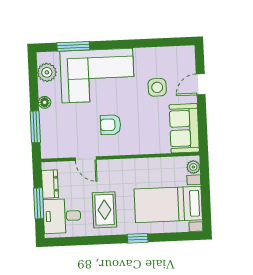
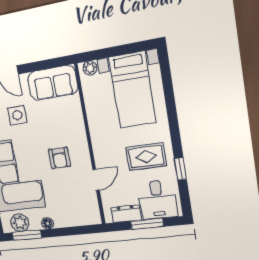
window: (35, 127) -> (27, 235), moved
window: (138, 238) -> (180, 169), moved

